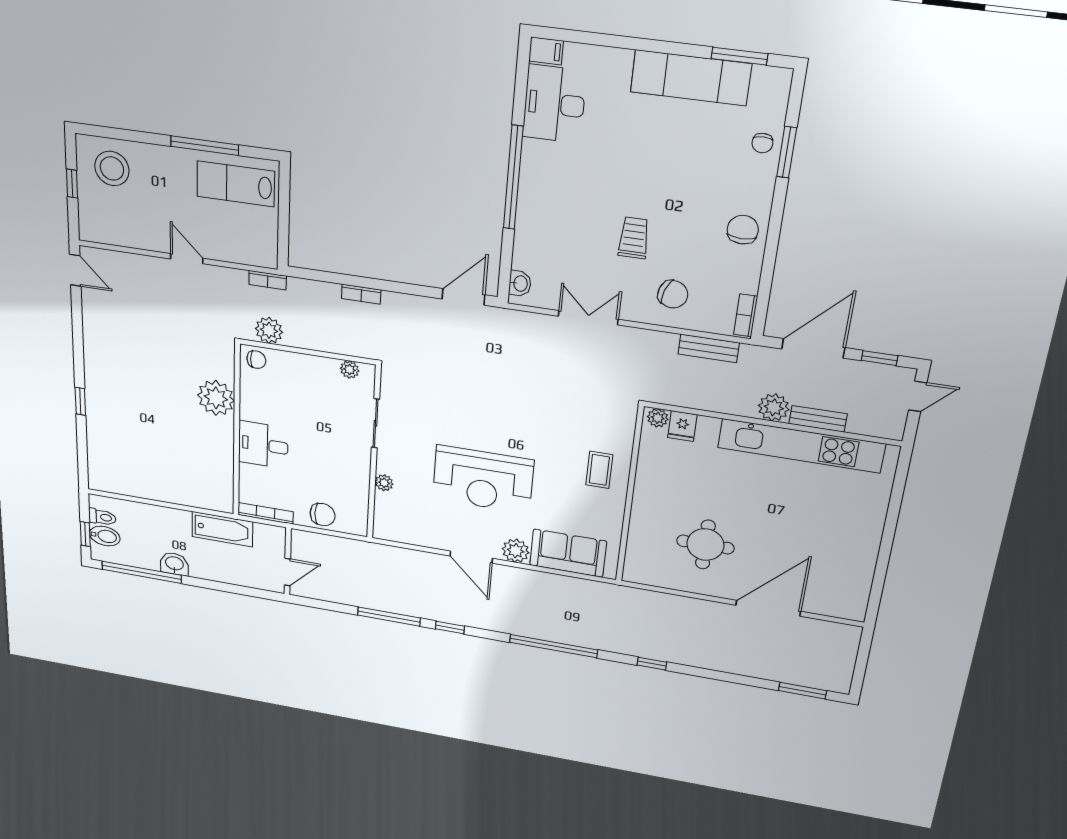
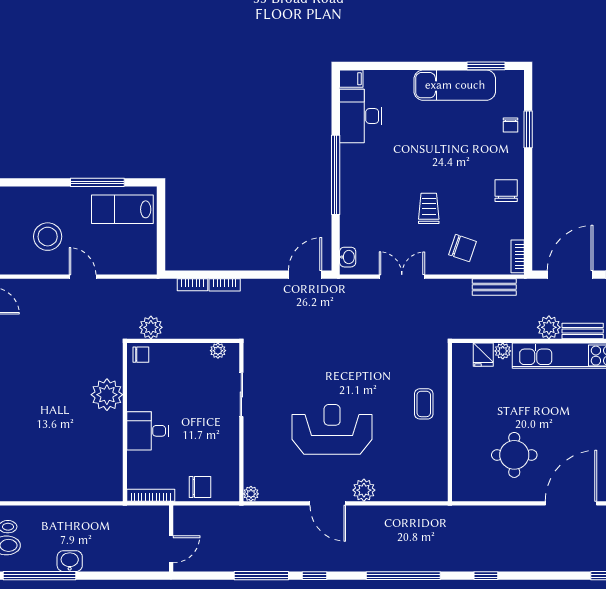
stool: (112, 168) -> (48, 237), moved
bookcase: (268, 280) -> (192, 285), moved
plant: (658, 418) -> (503, 351), moved
reception desk: (483, 479) -> (332, 429), turned 180
plant: (384, 483) -> (251, 494), moved
bathtub: (222, 529) -> (113, 518), removed
sofa: (568, 553) -> (407, 484), removed

